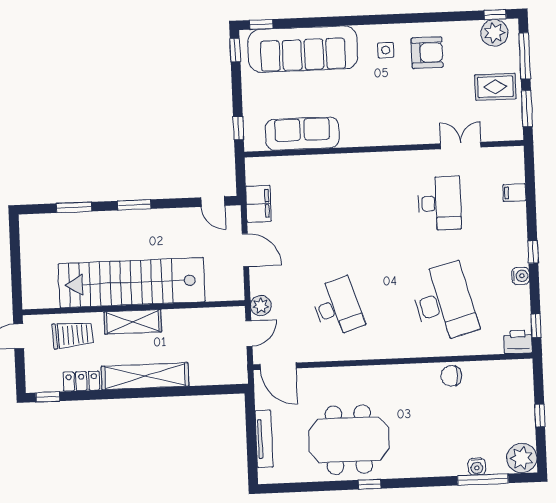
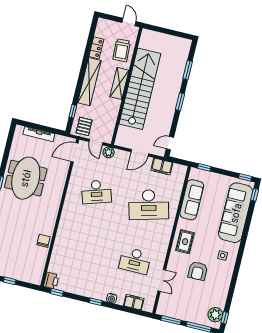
armchair: (427, 53) -> (198, 271), moved
rug: (495, 87) -> (185, 242), moved
filing cabinet: (514, 193) -> (134, 302), width x2.00
water cooler: (521, 276) -> (112, 298), moved
desk: (444, 303) -> (149, 205), moved
pallet: (227, 363) -> (84, 126), added
window: (48, 397) -> (73, 111), moved

